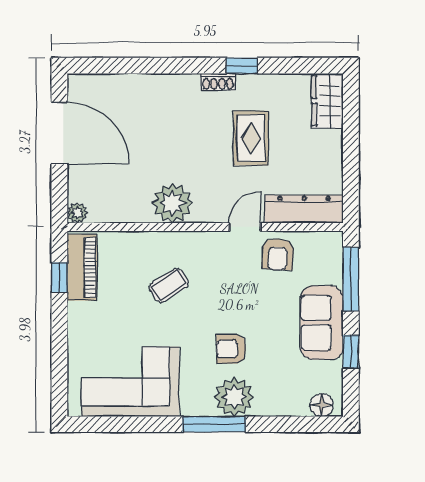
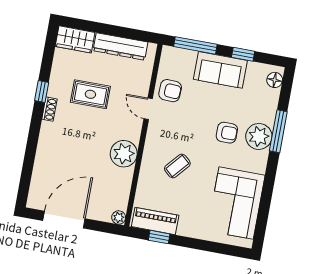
dresser: (304, 209) -> (120, 46), moved, turned -90
coffee table: (169, 285) -> (177, 166), turned 73
armchair: (231, 349) -> (227, 133), turned -90
window: (214, 424) -> (278, 131), moved

